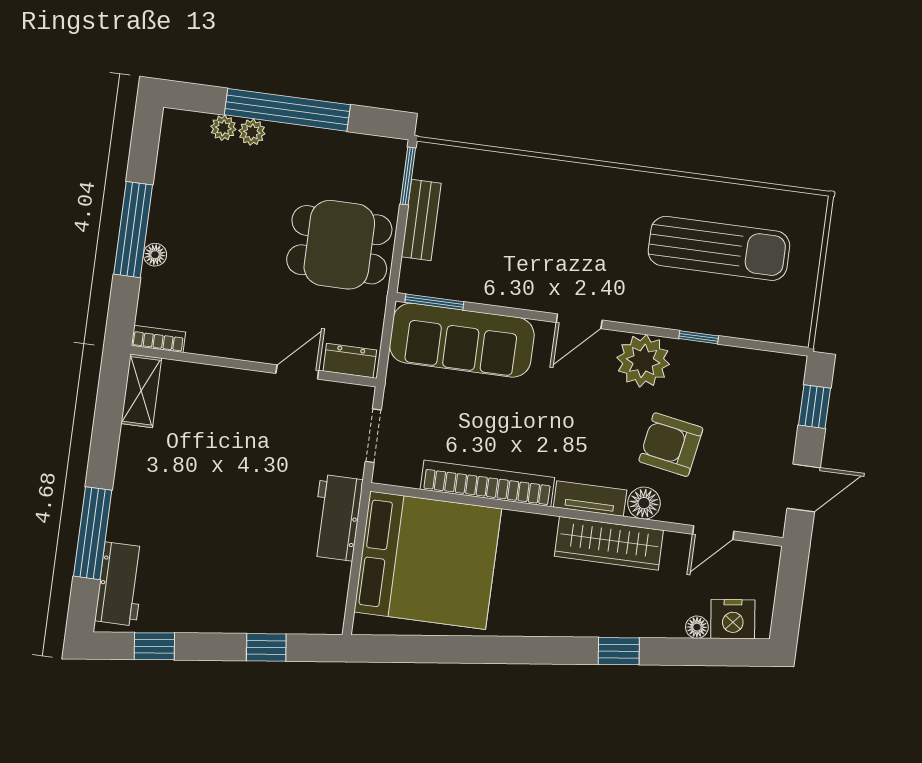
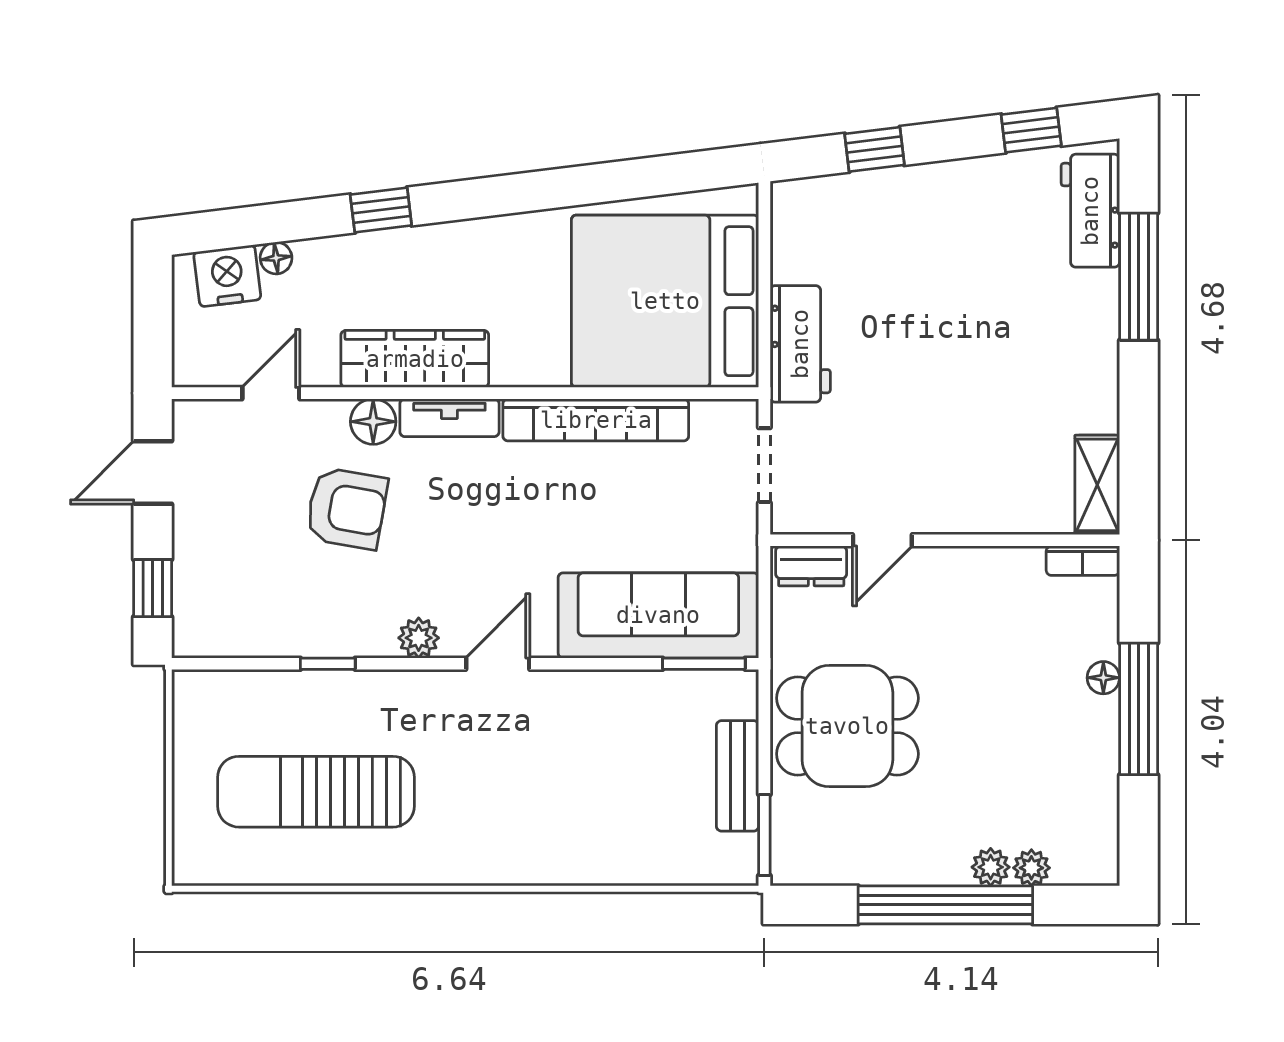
plant: (643, 361) -> (419, 638), width x0.53, depth x0.53

